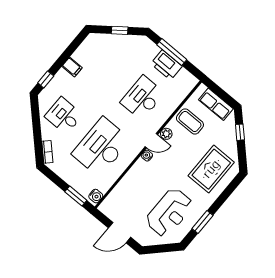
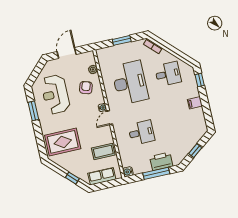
printer: (166, 65) -> (161, 161), moved
desk: (142, 98) -> (141, 133), width x0.73
plant: (166, 134) -> (93, 69), moved
rug: (211, 169) -> (63, 142), turned 90
armchair: (139, 187) -> (86, 88), added
window: (76, 196) -> (122, 40), moved
water cooler: (96, 196) -> (128, 172), moved

